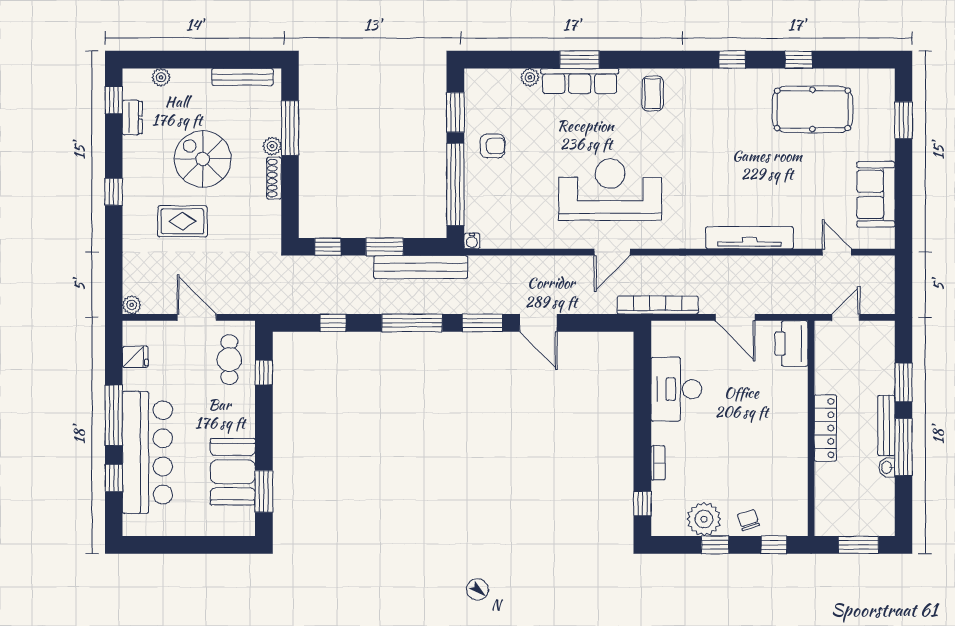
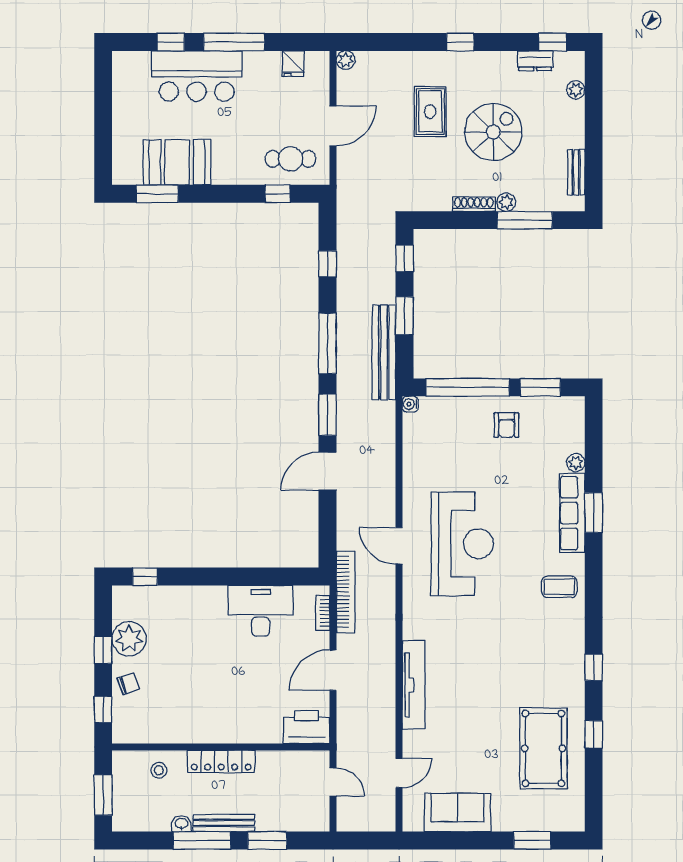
bench: (242, 77) -> (576, 172), width x0.73
bar counter: (147, 452) -> (197, 76), width x0.73
bookcase: (658, 463) -> (323, 613), moved, turned 90
stool: (834, 490) -> (159, 770), added

